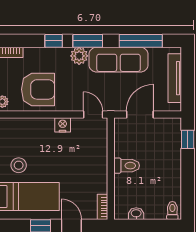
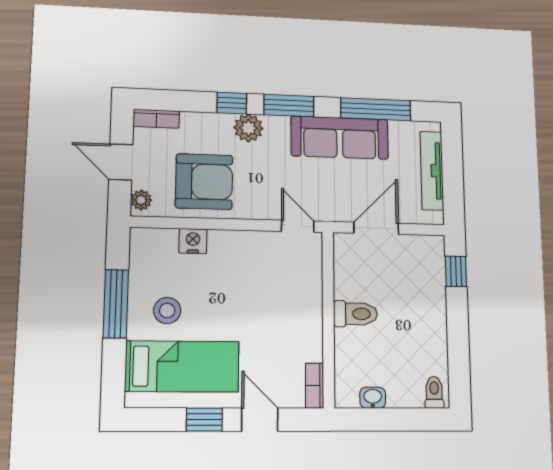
plant: (79, 56) -> (248, 128), moved
nightstand: (63, 125) -> (193, 241), moved

